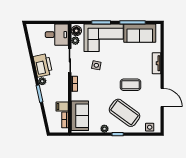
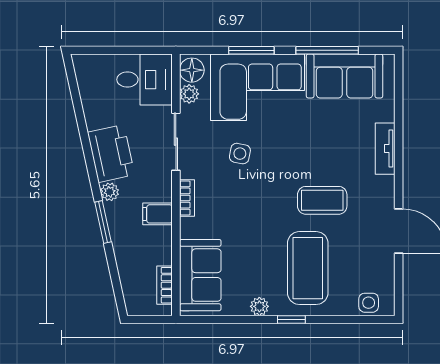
filing cabinet: (62, 107) -> (158, 214), moved
coffee table: (124, 113) -> (308, 268), turned 54

